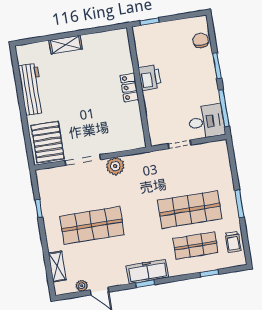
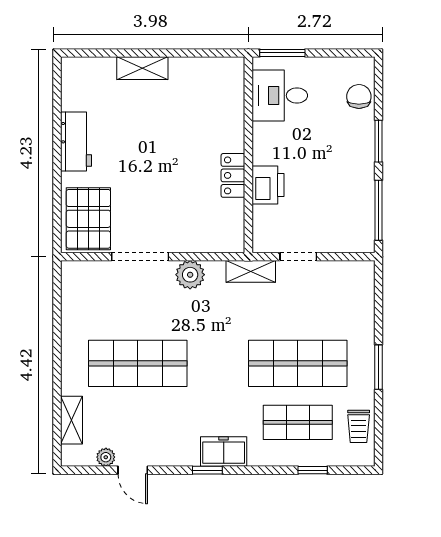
window: (150, 22) -> (282, 53), width x1.50
printer: (150, 78) -> (268, 185), moved
locker: (129, 87) -> (233, 175), moved
workbench: (31, 89) -> (76, 142), width x0.73
desk: (206, 122) -> (280, 96), moved, turned 180
shelving: (152, 158) -> (251, 271), added
window: (39, 208) -> (57, 323), removed
freezer: (148, 272) -> (224, 451), width x0.71

